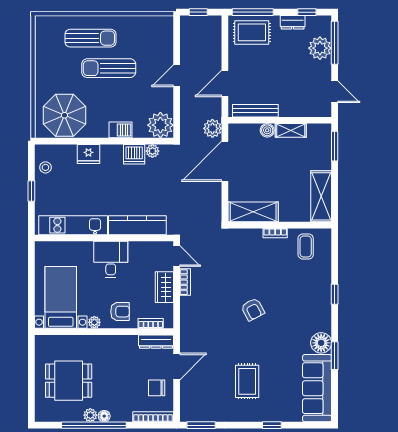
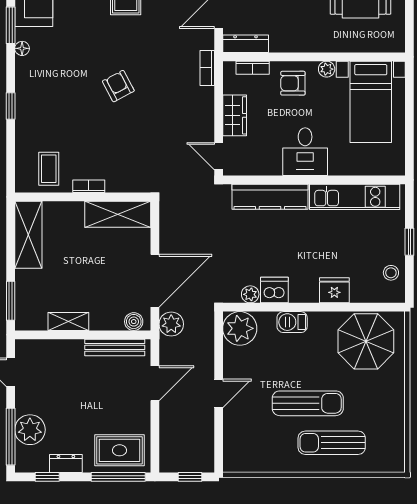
boiler: (267, 130) -> (134, 322), moved
bookcase: (185, 282) -> (207, 68), moved
floor lamp: (321, 343) -> (22, 48), width x0.53, depth x0.53

